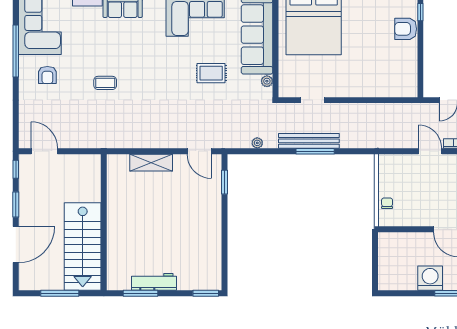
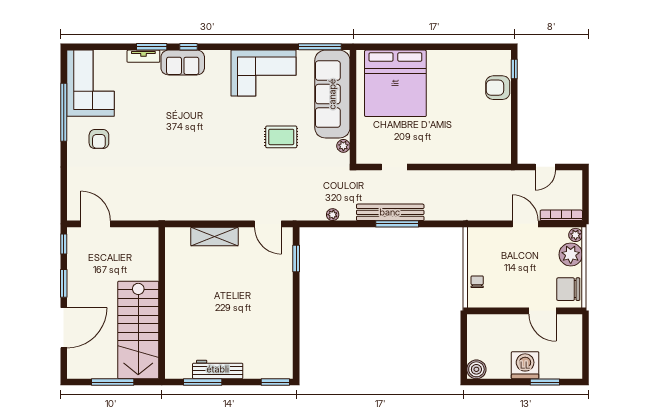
coffee table: (105, 83) -> (163, 148), removed
boiler: (386, 282) -> (476, 369), added

